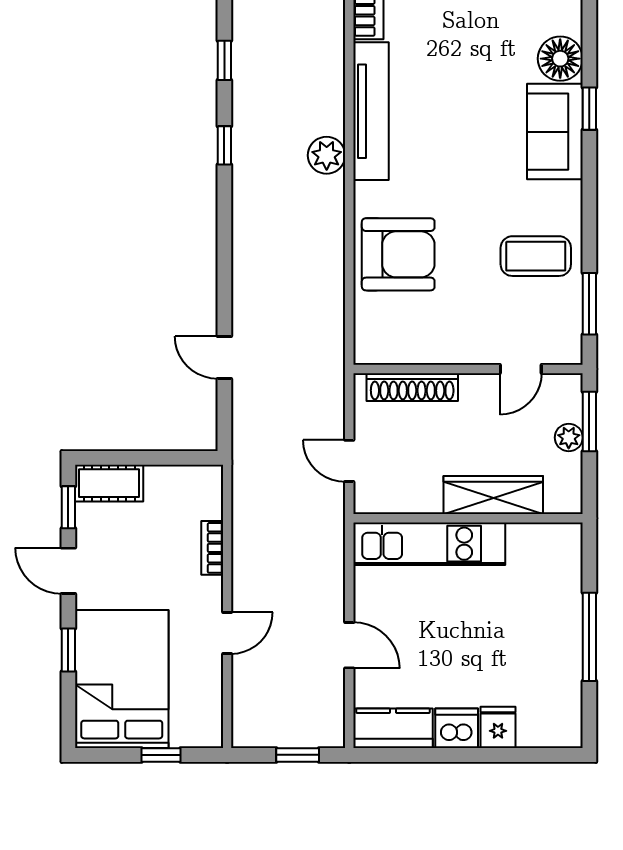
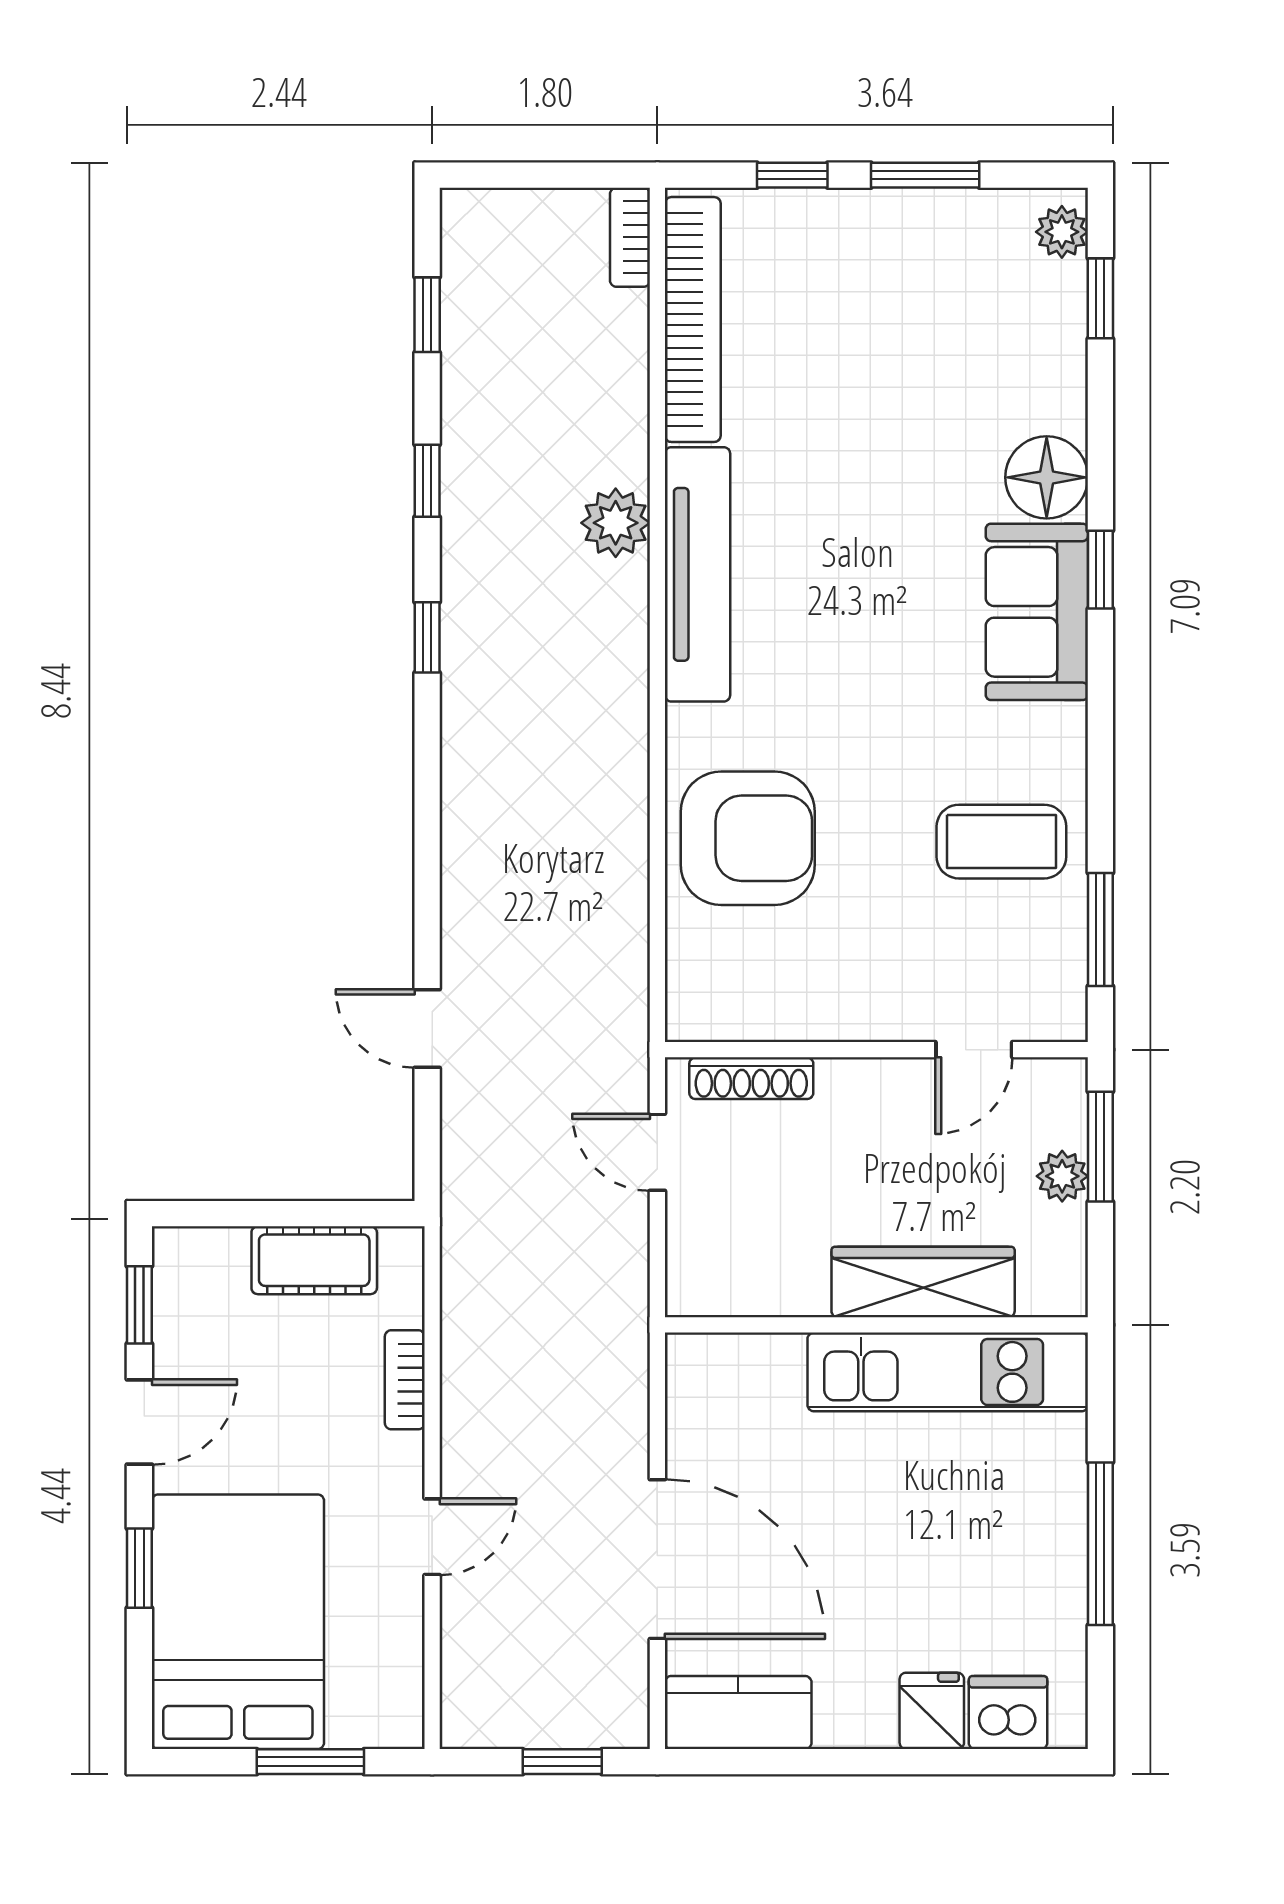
plant: (327, 155) -> (616, 523), moved
shoe rack: (412, 387) -> (751, 1078), width x0.74, depth x0.81
door: (349, 461) -> (657, 1152), moved
cot: (109, 483) -> (314, 1260), moved
kitchen unit: (429, 544) -> (948, 1372), moved
door: (68, 571) -> (139, 1422), swing flipped
door: (349, 645) -> (657, 1559), width x1.88
dishwasher: (457, 728) -> (1008, 1713), moved
window: (161, 755) -> (310, 1762), width x1.50

